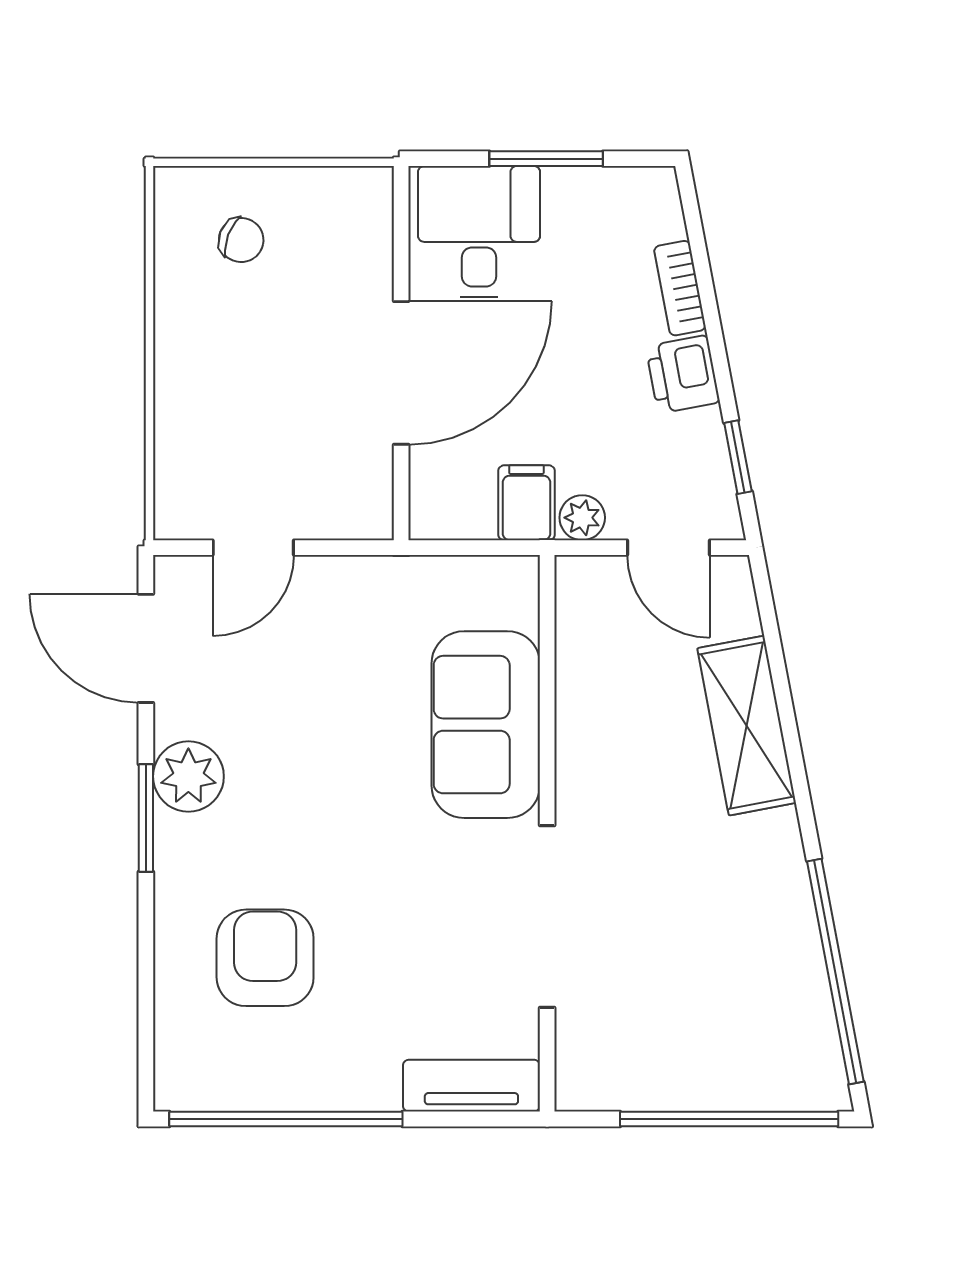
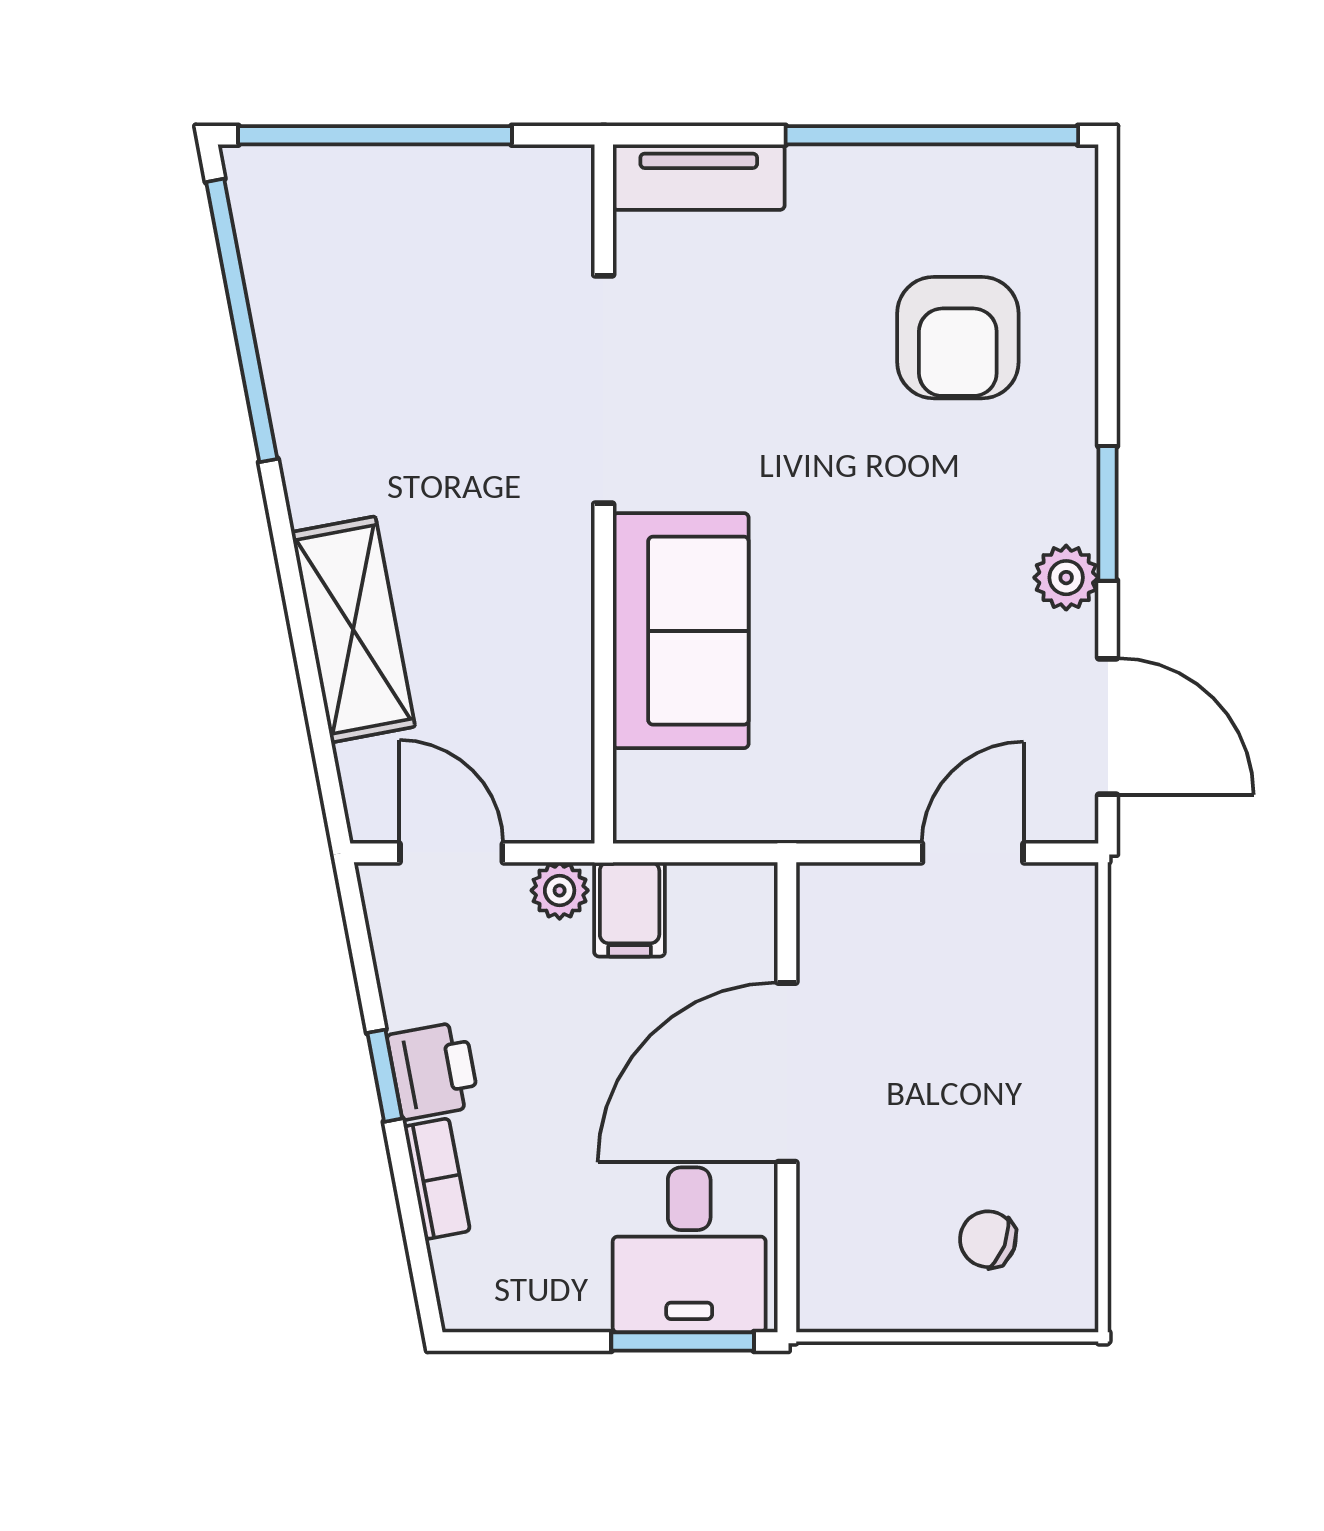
window: (546, 159) -> (683, 1341), moved
window: (738, 457) -> (385, 1076), moved
plant: (188, 776) -> (1066, 578), width x0.73, depth x0.73

